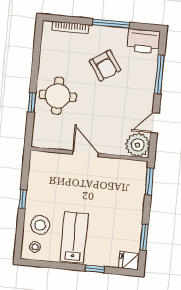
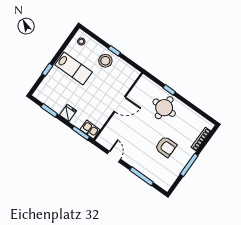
printer: (144, 41) -> (167, 179), removed
armchair: (105, 66) -> (166, 147), turned -146
plant: (138, 145) -> (107, 139), removed
kitchen sink: (139, 172) -> (90, 130), added
stool: (40, 225) -> (105, 61), moved
fridge: (129, 261) -> (68, 113), moved

